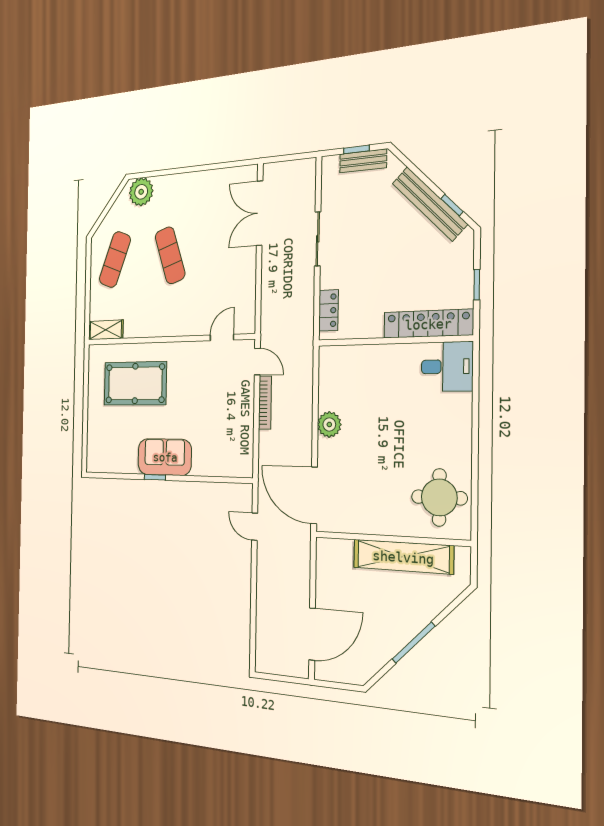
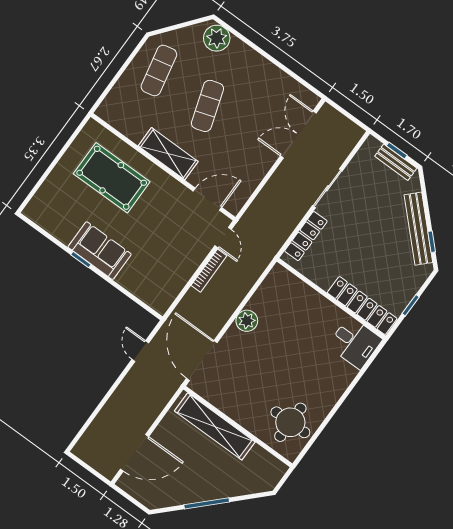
exercise mat: (115, 260) -> (159, 70), turned -33
locker: (329, 310) -> (306, 236), width x1.53
shelving: (106, 330) -> (168, 154), moved, width x1.50, depth x1.33
door: (222, 338) -> (207, 199), width x1.38
shelving: (403, 557) -> (215, 426), moved

